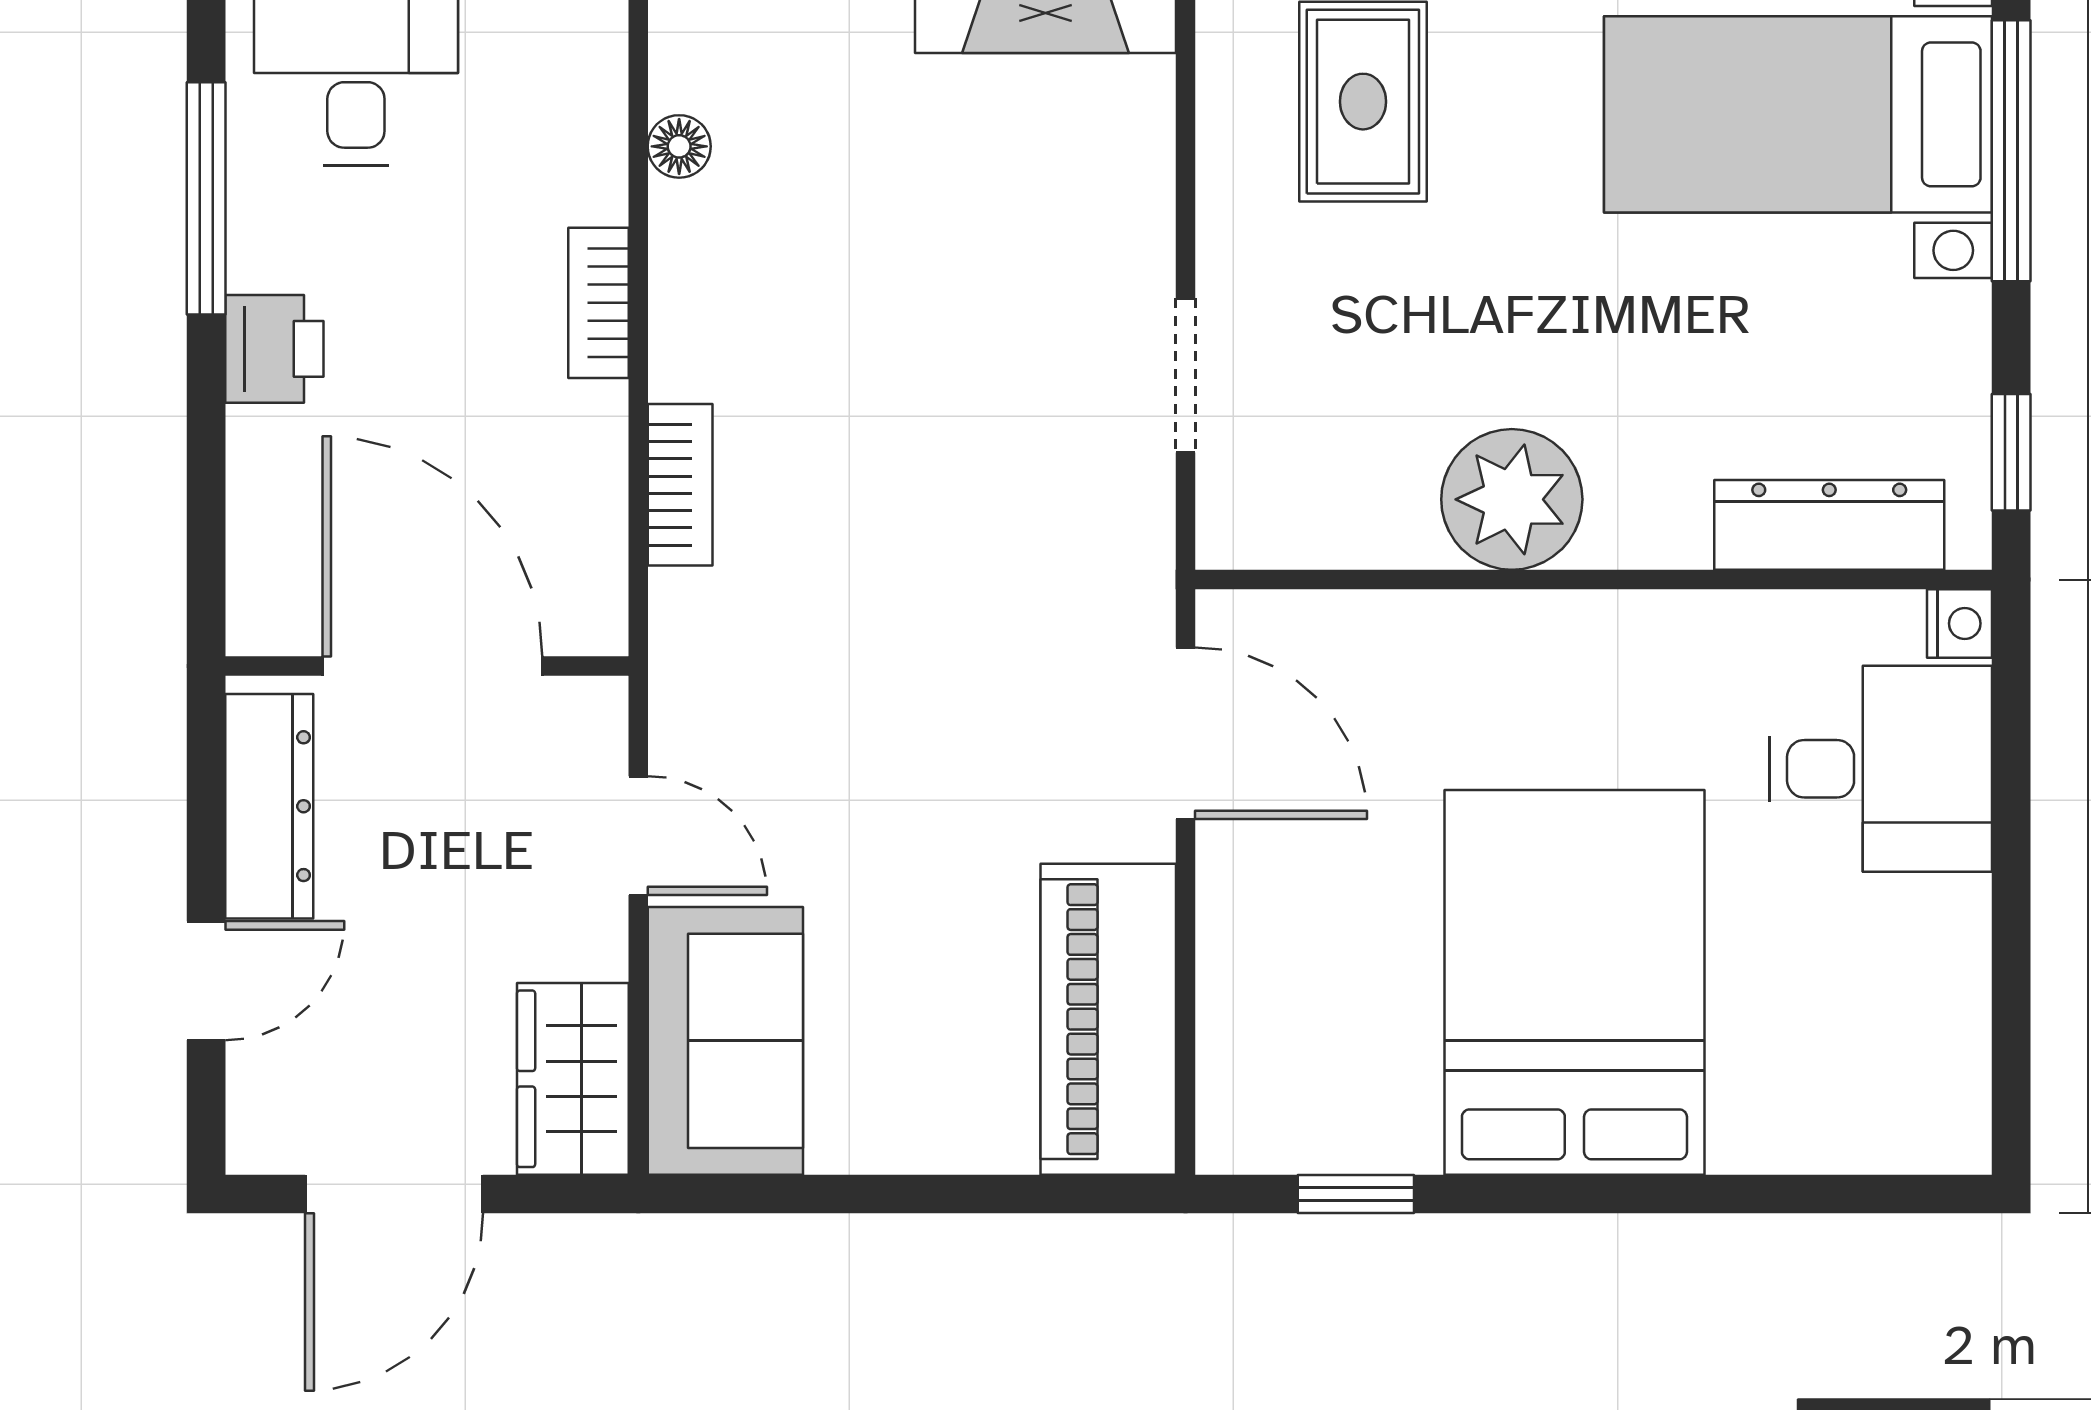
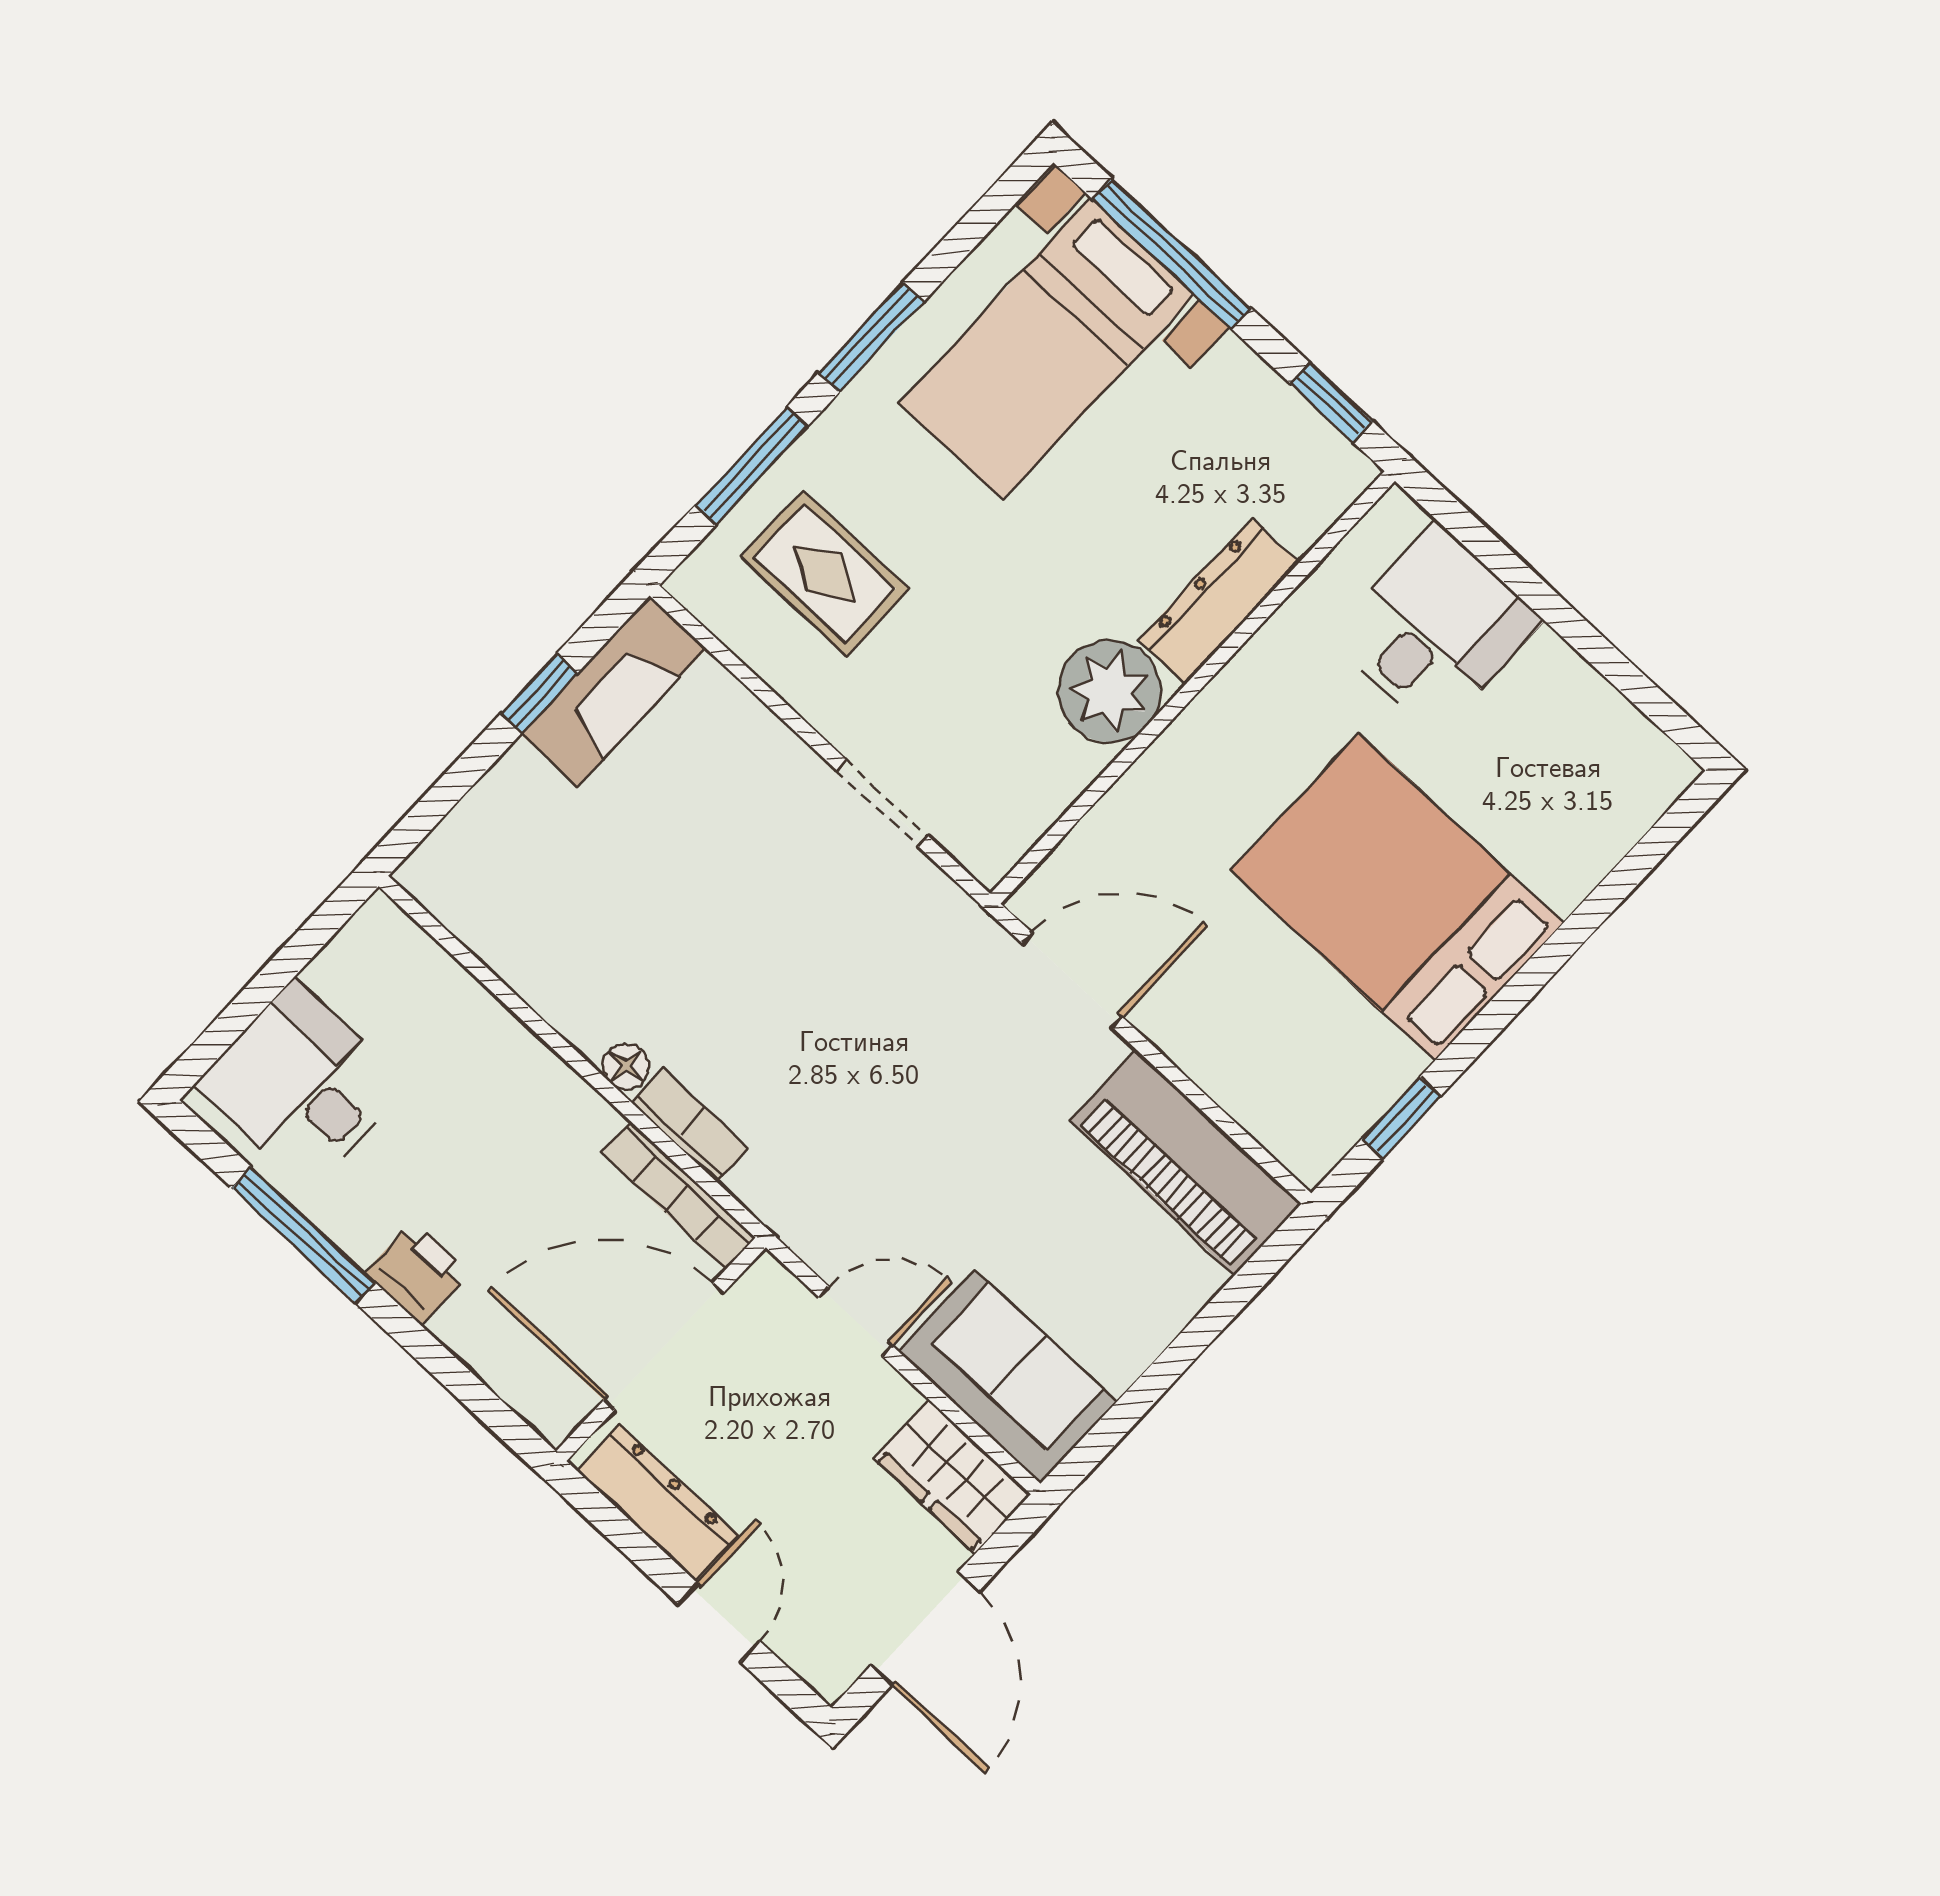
floor lamp: (679, 146) -> (626, 1066), moved
bookcase: (598, 303) -> (678, 1195), moved, width x1.56
dresser: (1829, 525) -> (1219, 601), moved
nightstand: (1960, 623) -> (1397, 515), removed

